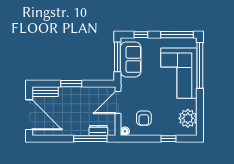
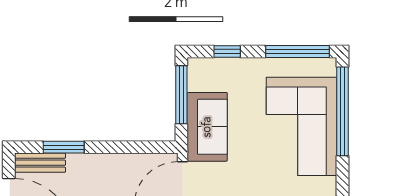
sofa: (131, 59) -> (207, 127), moved
window: (71, 84) -> (64, 147), moved

